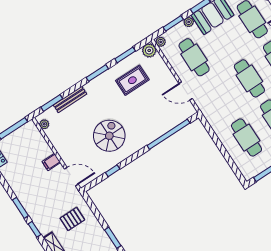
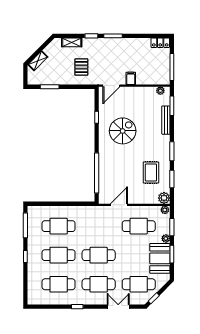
spiral stairs: (109, 136) -> (123, 131), turned -90

